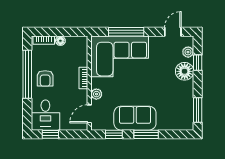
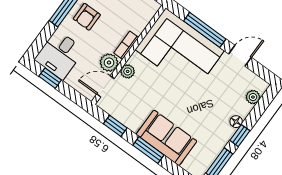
door: (173, 32) -> (240, 56), moved
window: (198, 63) -> (240, 136), moved
floor lamp: (185, 71) -> (236, 122), width x0.53, depth x0.53
plant: (81, 97) -> (109, 63), added
sofa: (135, 118) -> (167, 138), moved

